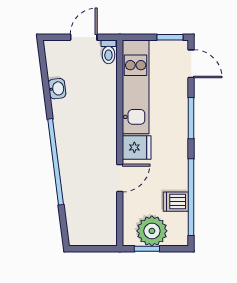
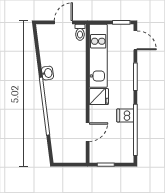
washbasin: (57, 89) -> (48, 73), moved
door: (120, 178) -> (88, 132), moved
dishwasher: (176, 202) -> (125, 115), moved
plant: (152, 231) -> (109, 153), removed

